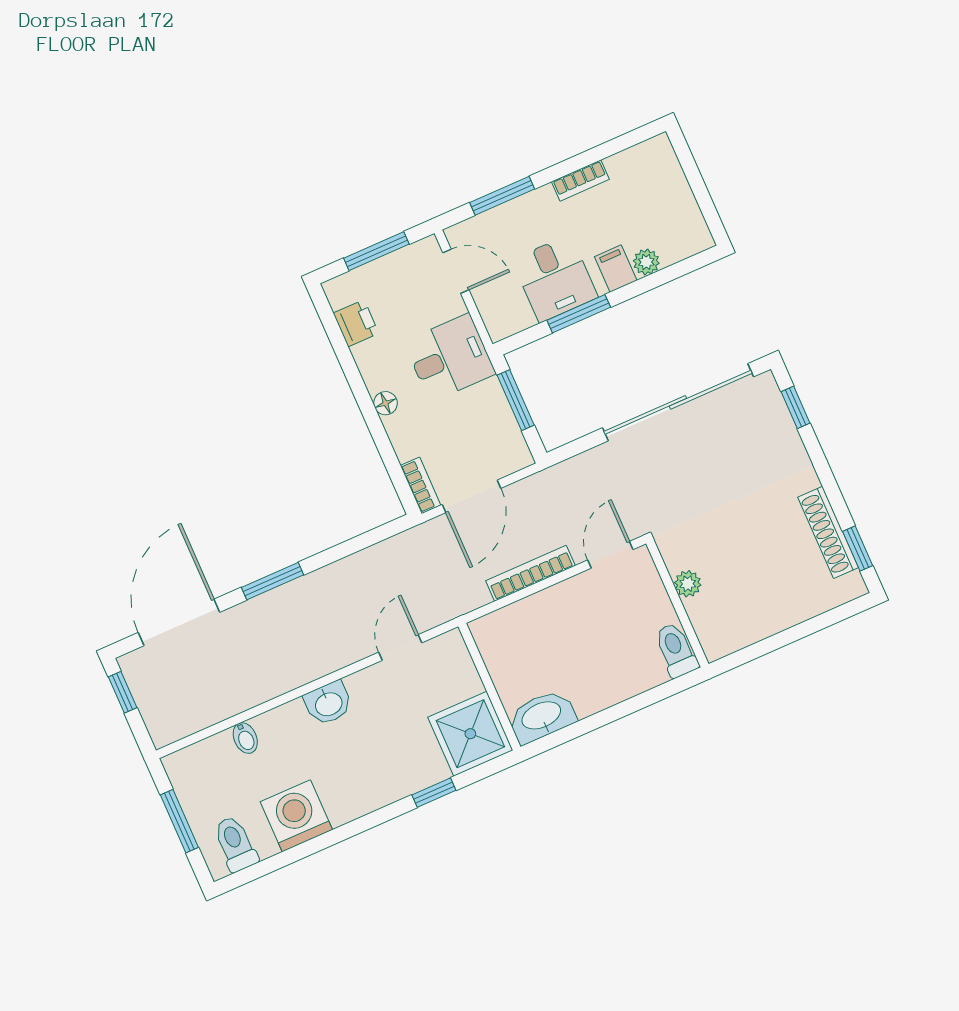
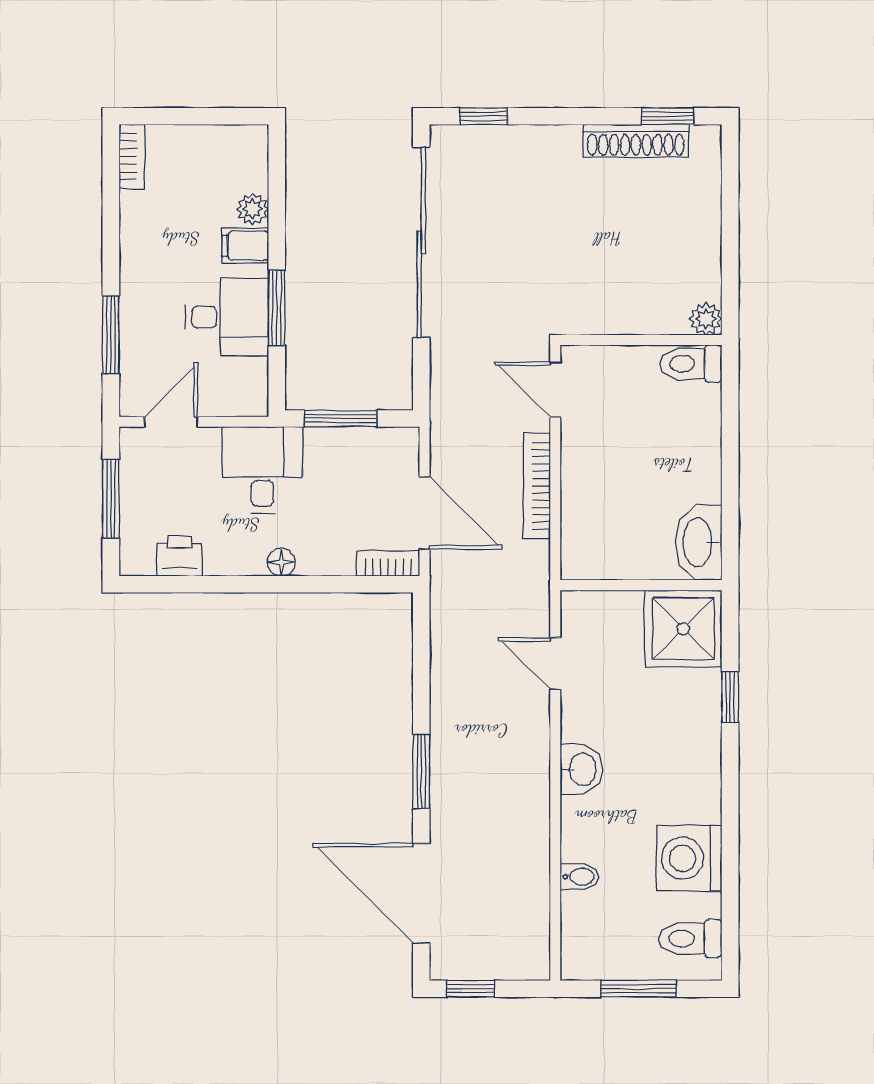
bookcase: (580, 181) -> (132, 157), moved
plant: (688, 584) -> (706, 319), moved

